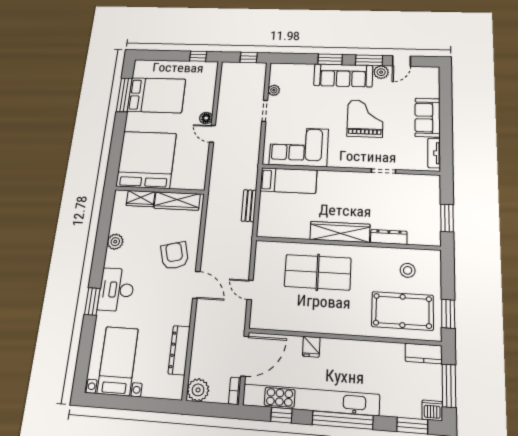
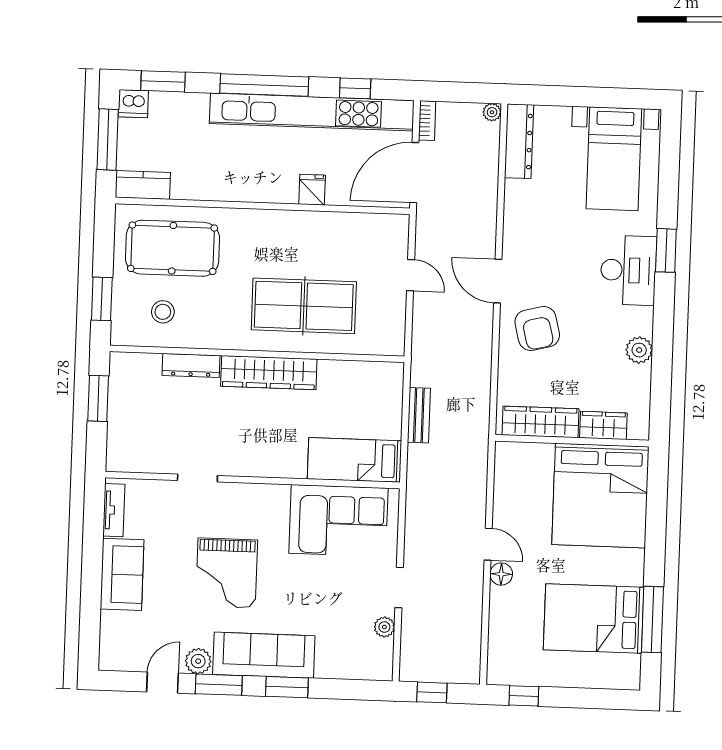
window: (448, 314) -> (102, 299), moved
dresser: (179, 350) -> (519, 141), moved
plant: (198, 390) -> (492, 112), width x0.53, depth x0.53

